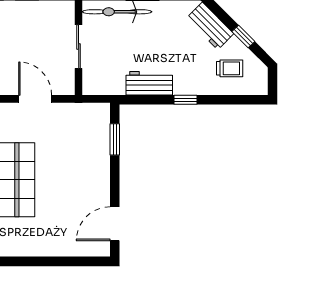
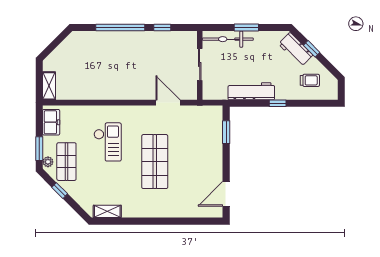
window: (243, 36) -> (312, 49), moved
workbench: (149, 83) -> (251, 91), width x1.38

